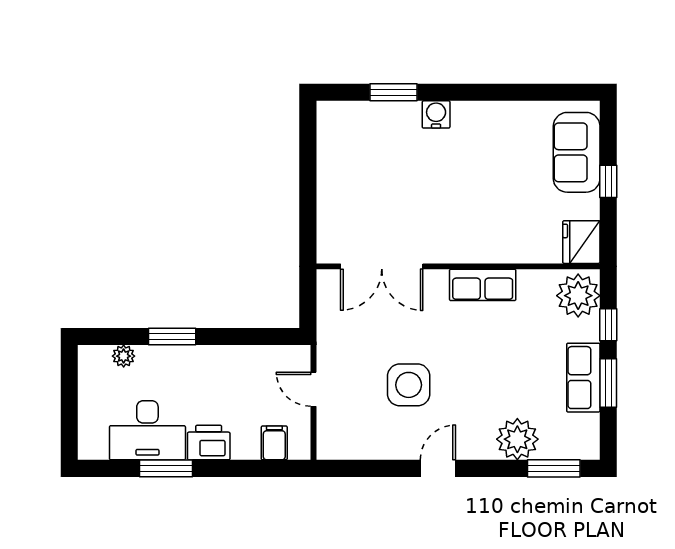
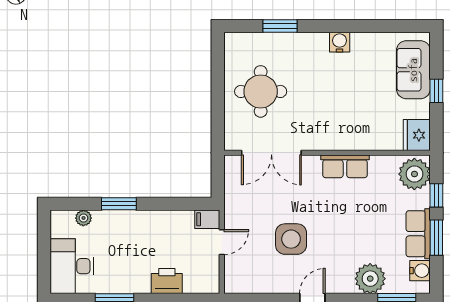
water cooler: (436, 114) -> (340, 42), moved
round table: (367, 182) -> (261, 91), added
door: (314, 389) -> (222, 242), swing flipped
water cooler: (586, 428) -> (420, 271), added
desk: (147, 430) -> (72, 266), moved, turned 90
printer: (209, 442) -> (167, 281), moved
filing cabinet: (274, 443) -> (207, 219), moved, turned -90

